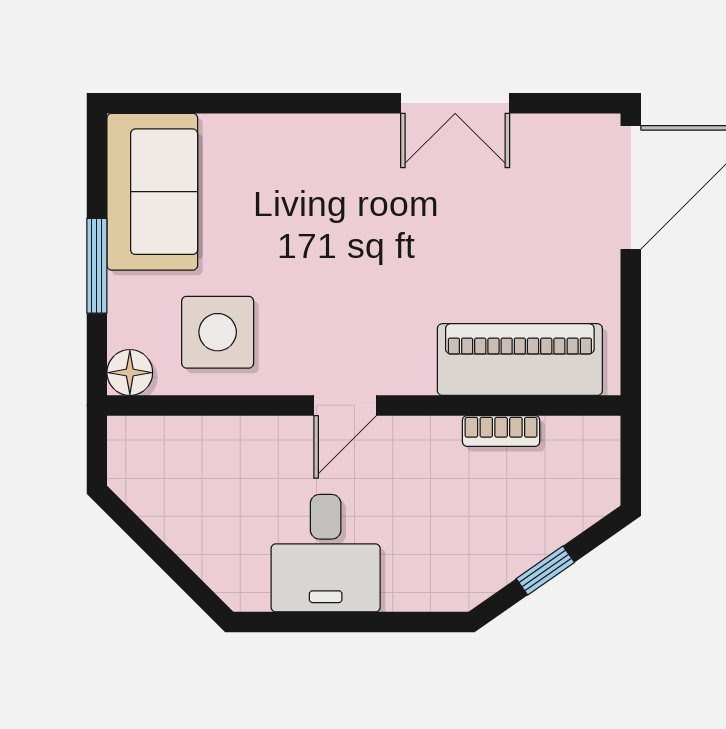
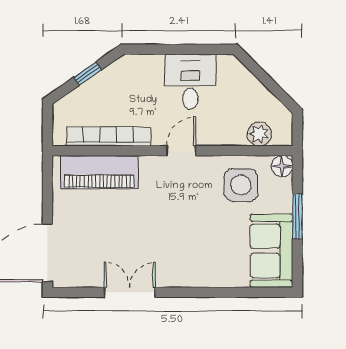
bookcase: (501, 431) -> (108, 137), width x2.31, depth x1.31
plant: (178, 441) -> (259, 134), added

